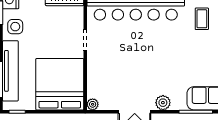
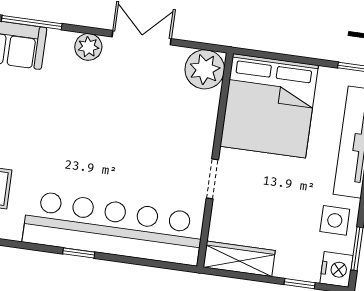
plant: (93, 104) -> (205, 69), width x1.87, depth x1.87

